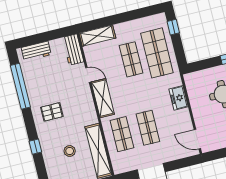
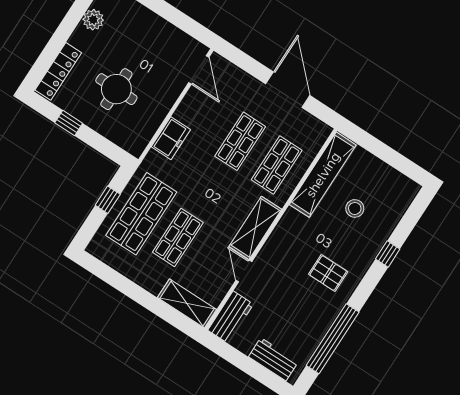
window: (173, 27) -> (108, 200), moved

